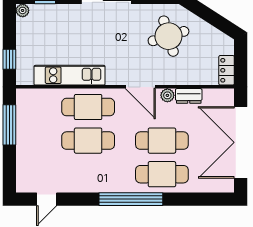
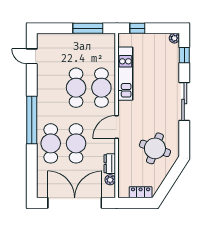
round table: (168, 36) -> (155, 148), turned 37
locker: (227, 70) -> (141, 192), moved
plant: (167, 95) -> (110, 180), moved

